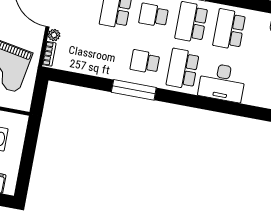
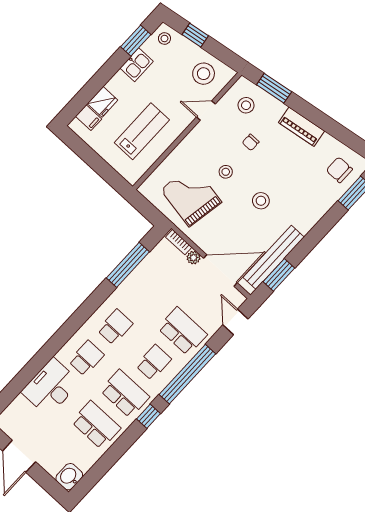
school desk: (183, 69) -> (86, 358), width x0.54
window: (134, 90) -> (128, 265), moved

